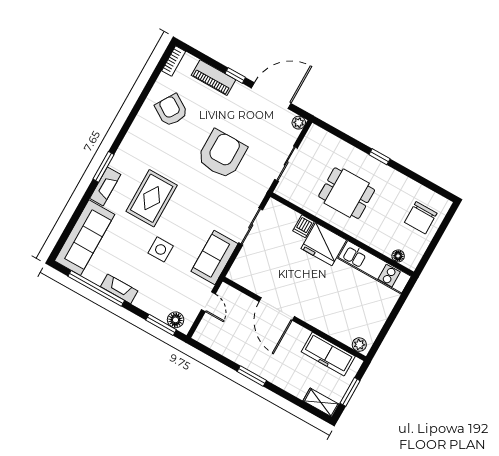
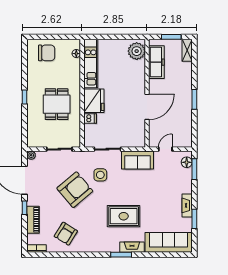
armchair: (222, 154) -> (75, 190), turned 140
side table: (161, 249) -> (100, 175), moved
window: (96, 288) -> (194, 219), width x0.47
plant: (359, 345) -> (137, 51), width x1.88, depth x1.88

